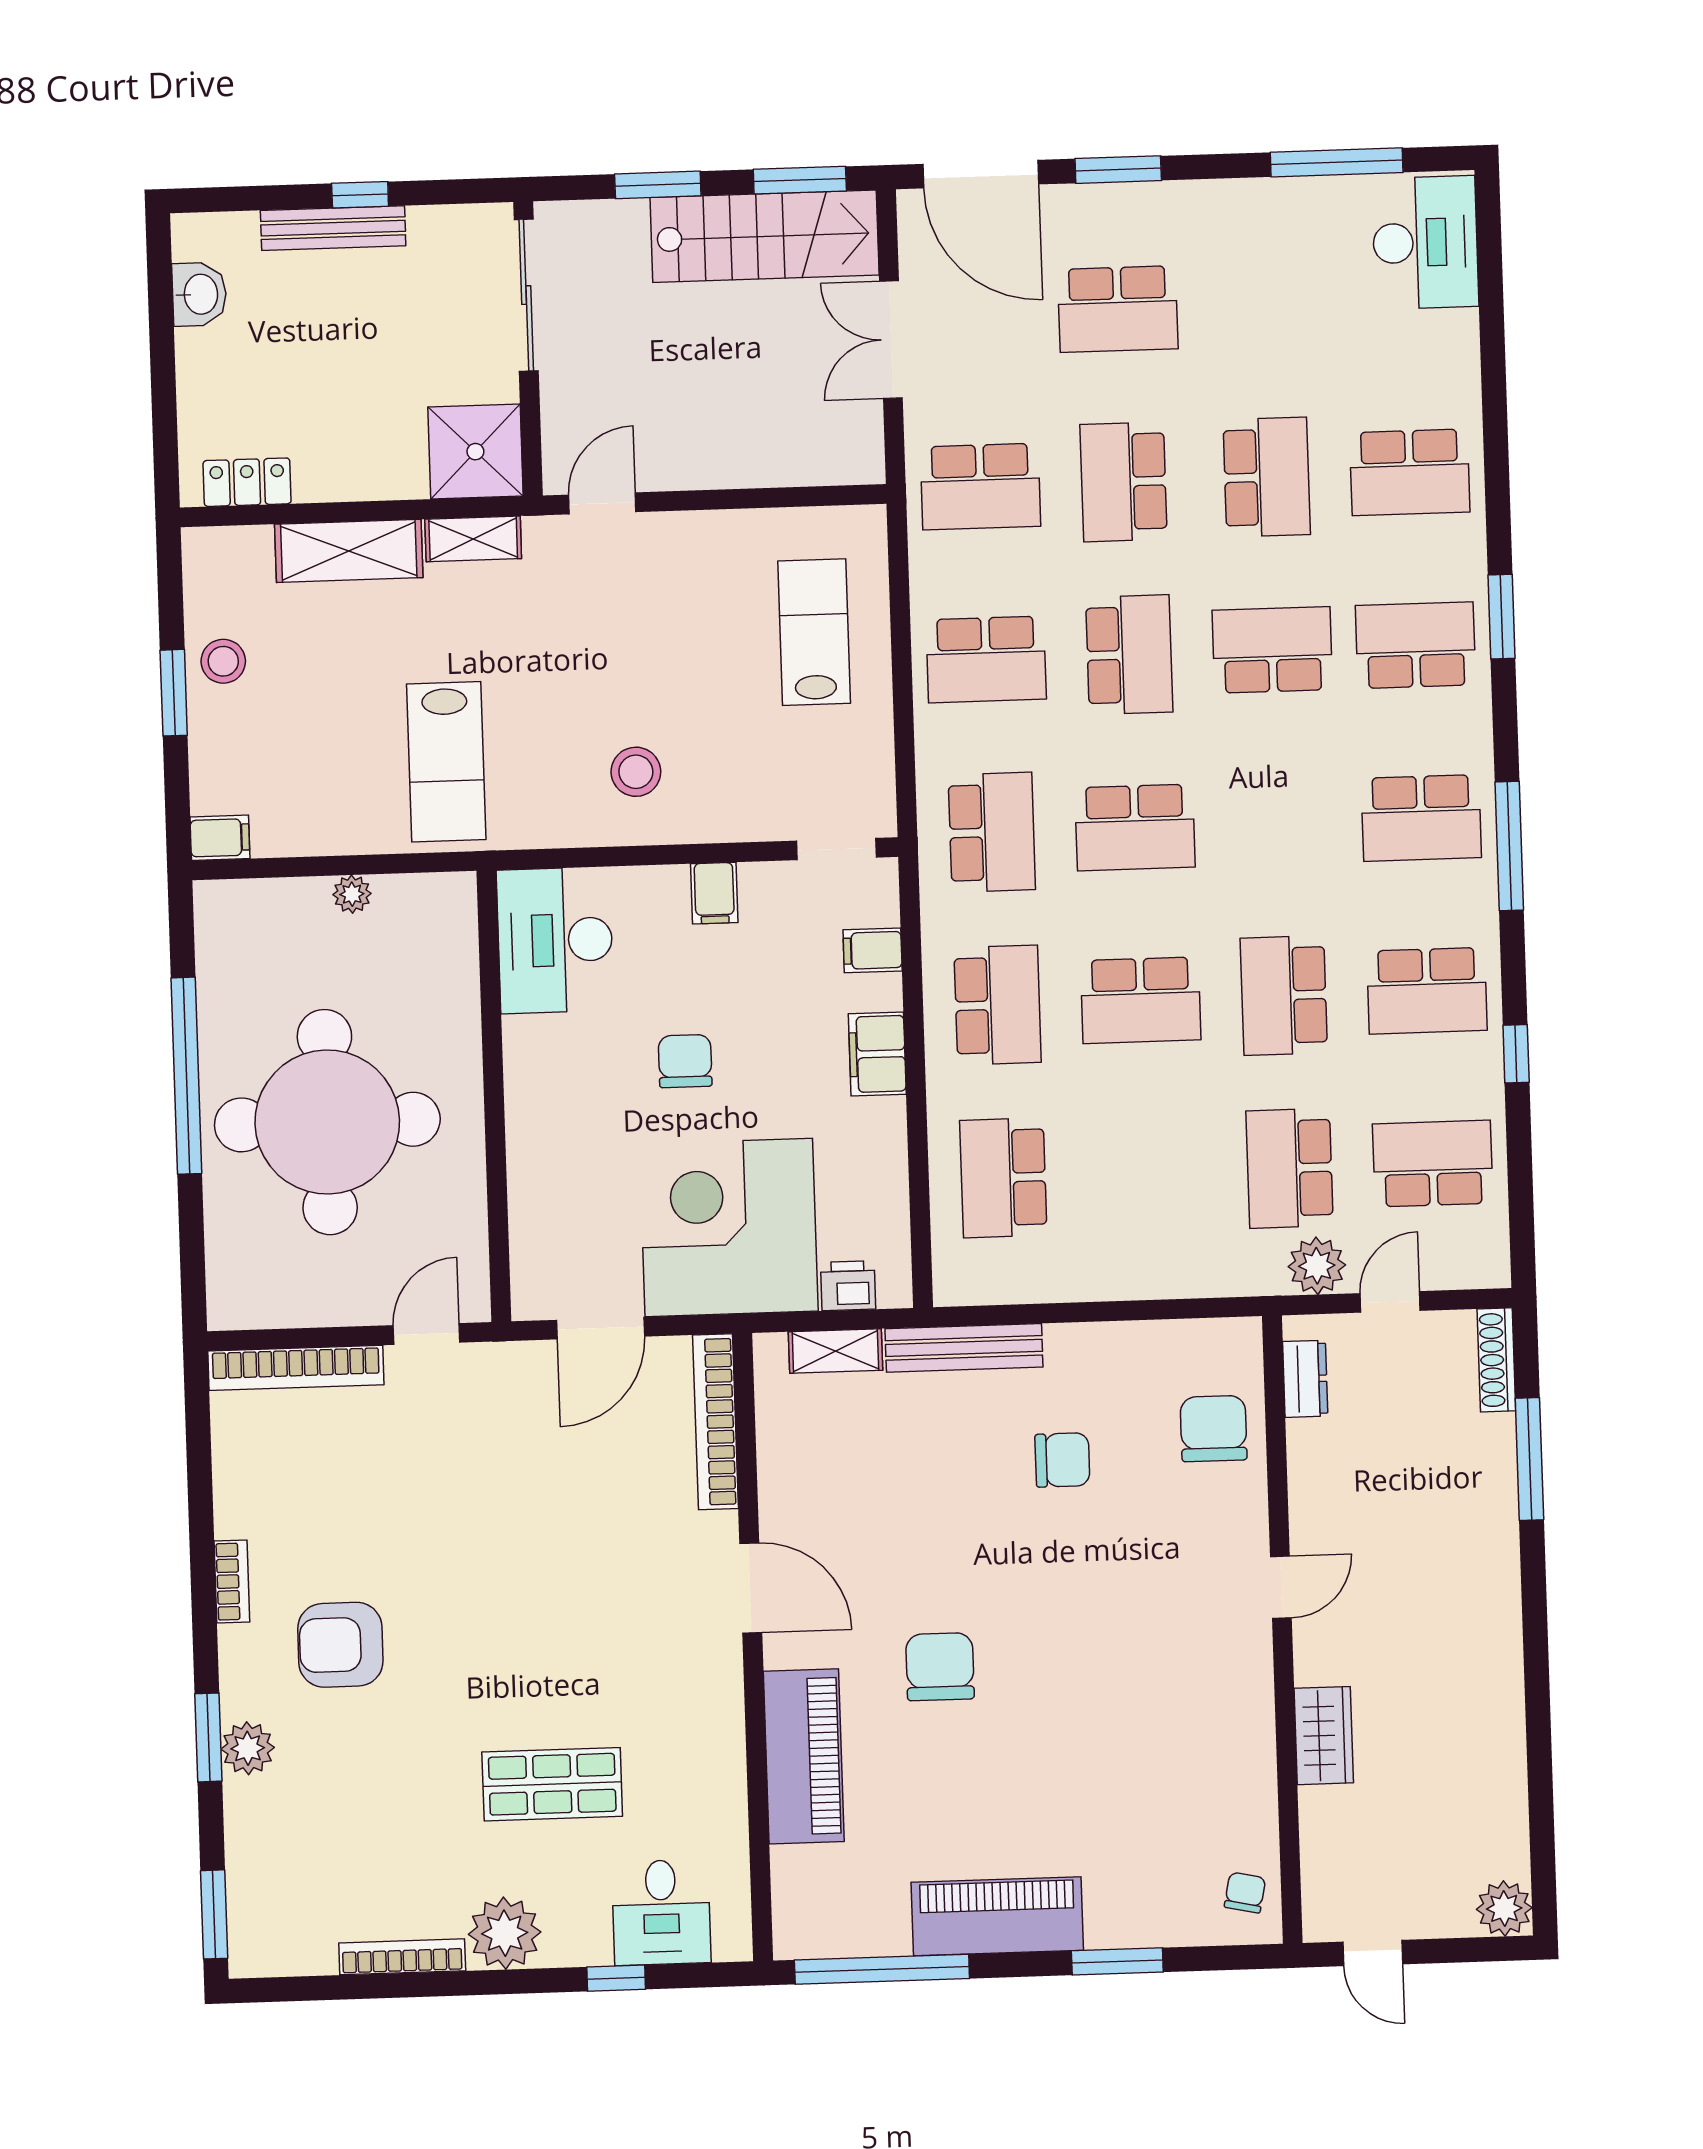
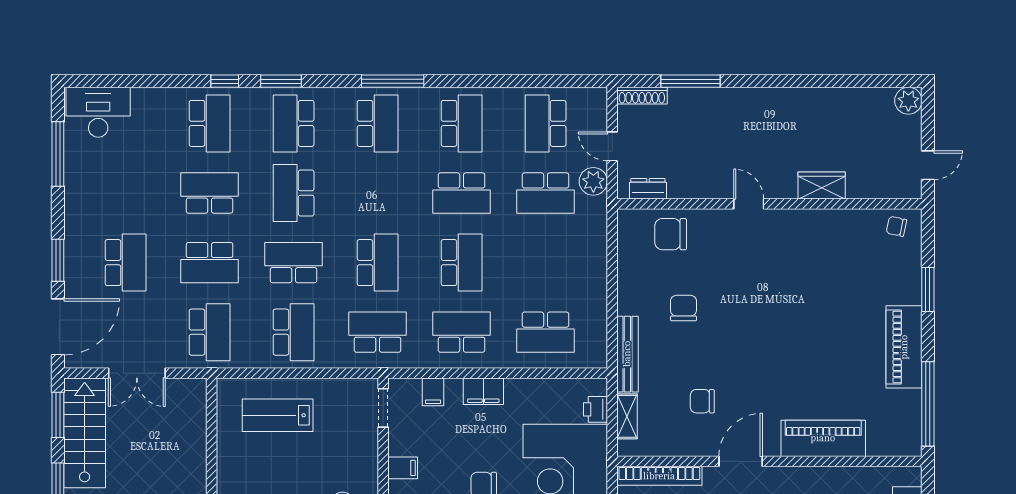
window: (1516, 1054) -> (225, 81), moved
chair: (940, 1667) -> (702, 401), moved, width x0.73, depth x0.73

